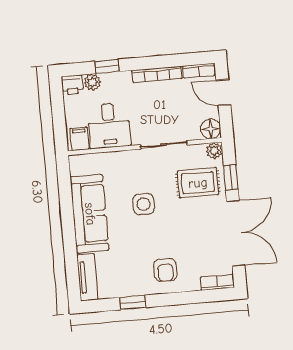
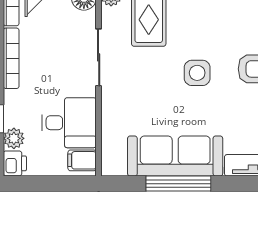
side table: (144, 204) -> (197, 73), moved
window: (68, 218) -> (178, 184), added

